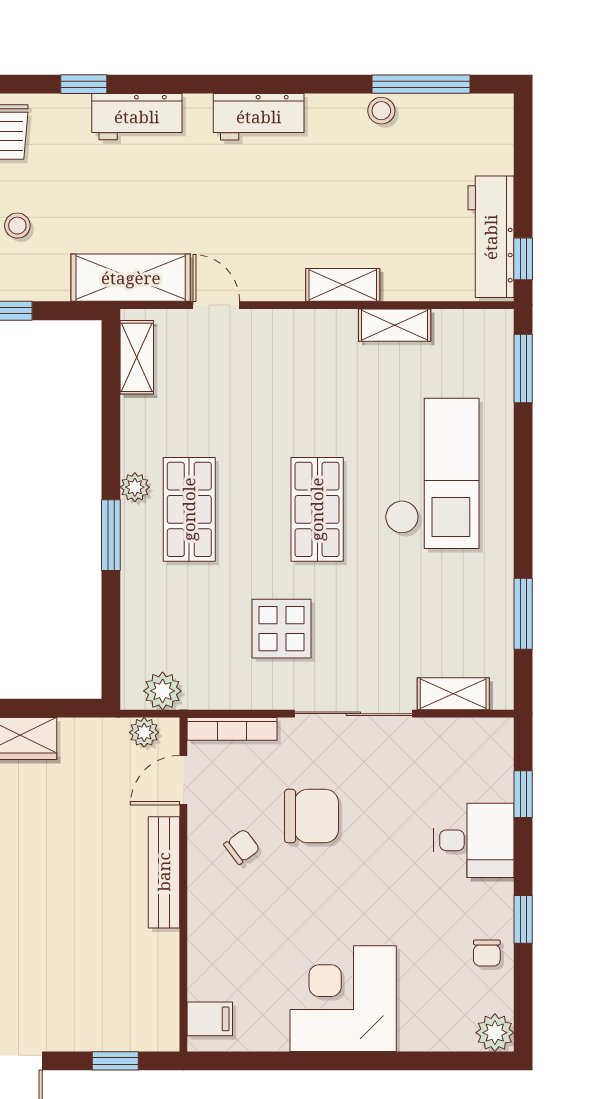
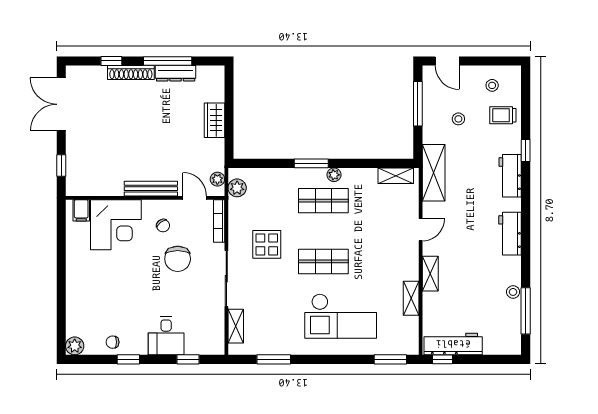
door: (216, 305) -> (421, 230), moved
corner desk: (343, 999) -> (116, 225), moved, turned 90

